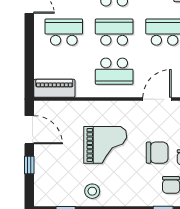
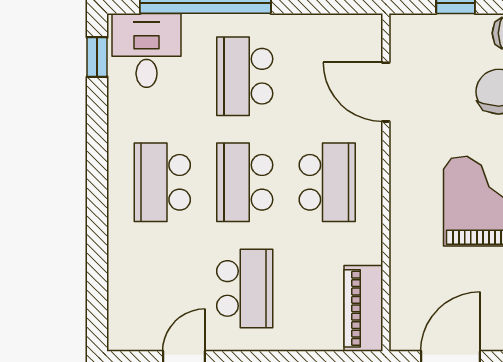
school desk: (64, 32) -> (245, 288), turned 180

